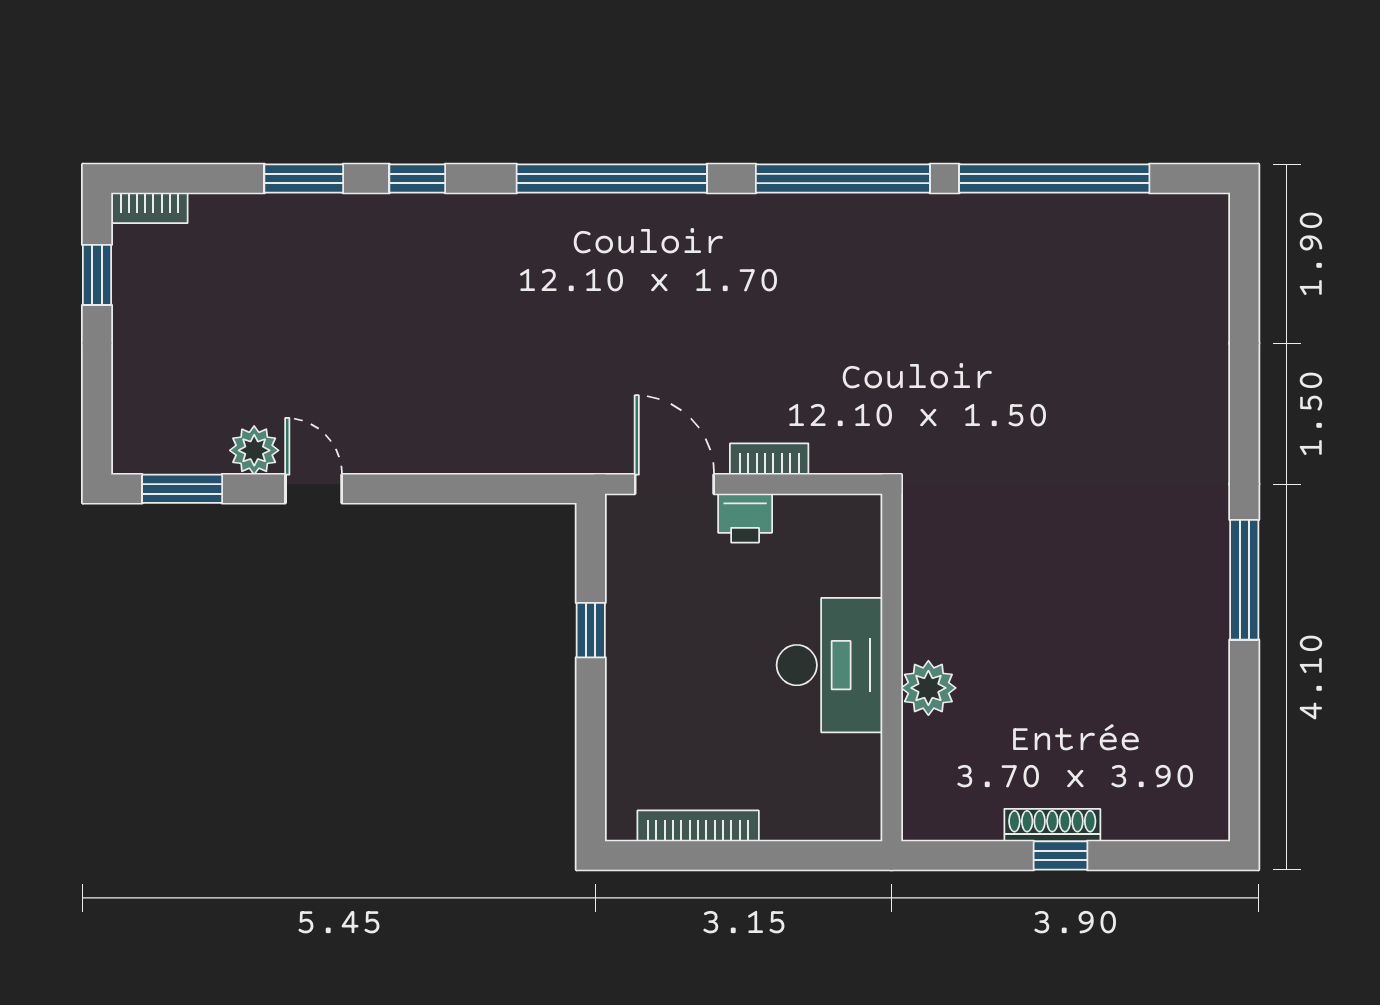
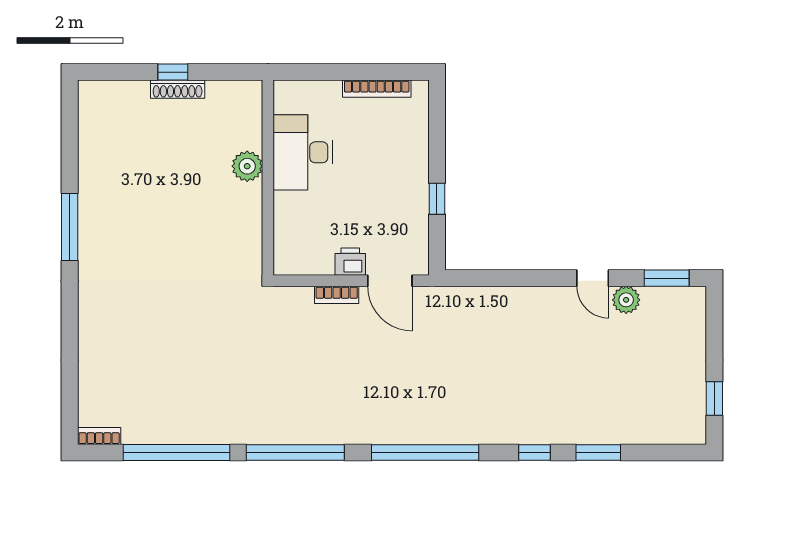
bookcase: (149, 208) -> (99, 436), moved
desk: (829, 665) -> (303, 152), moved

